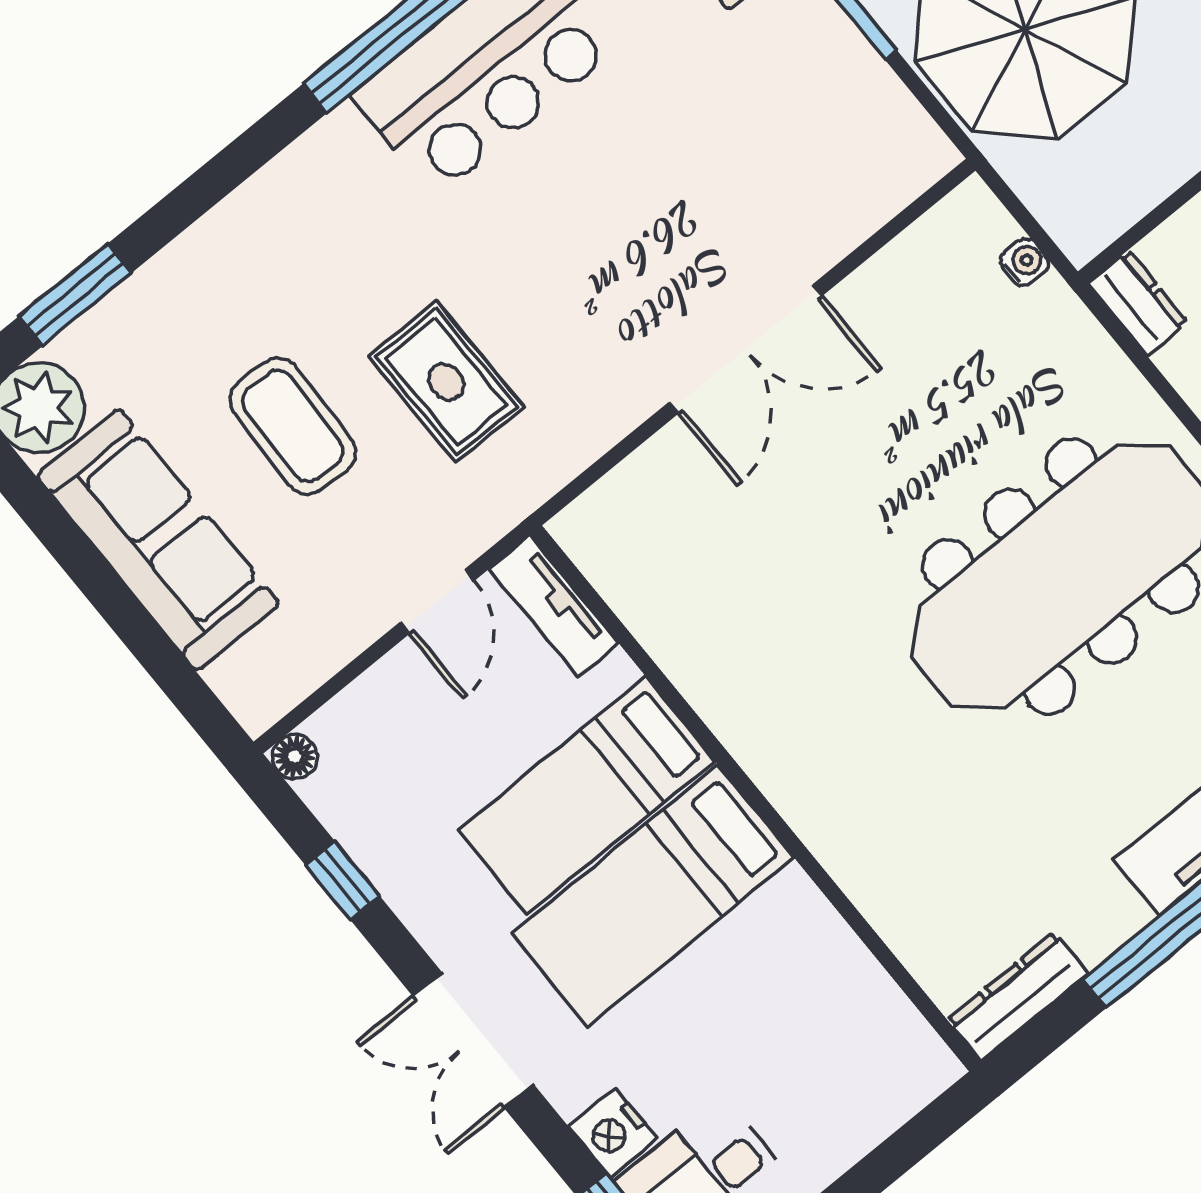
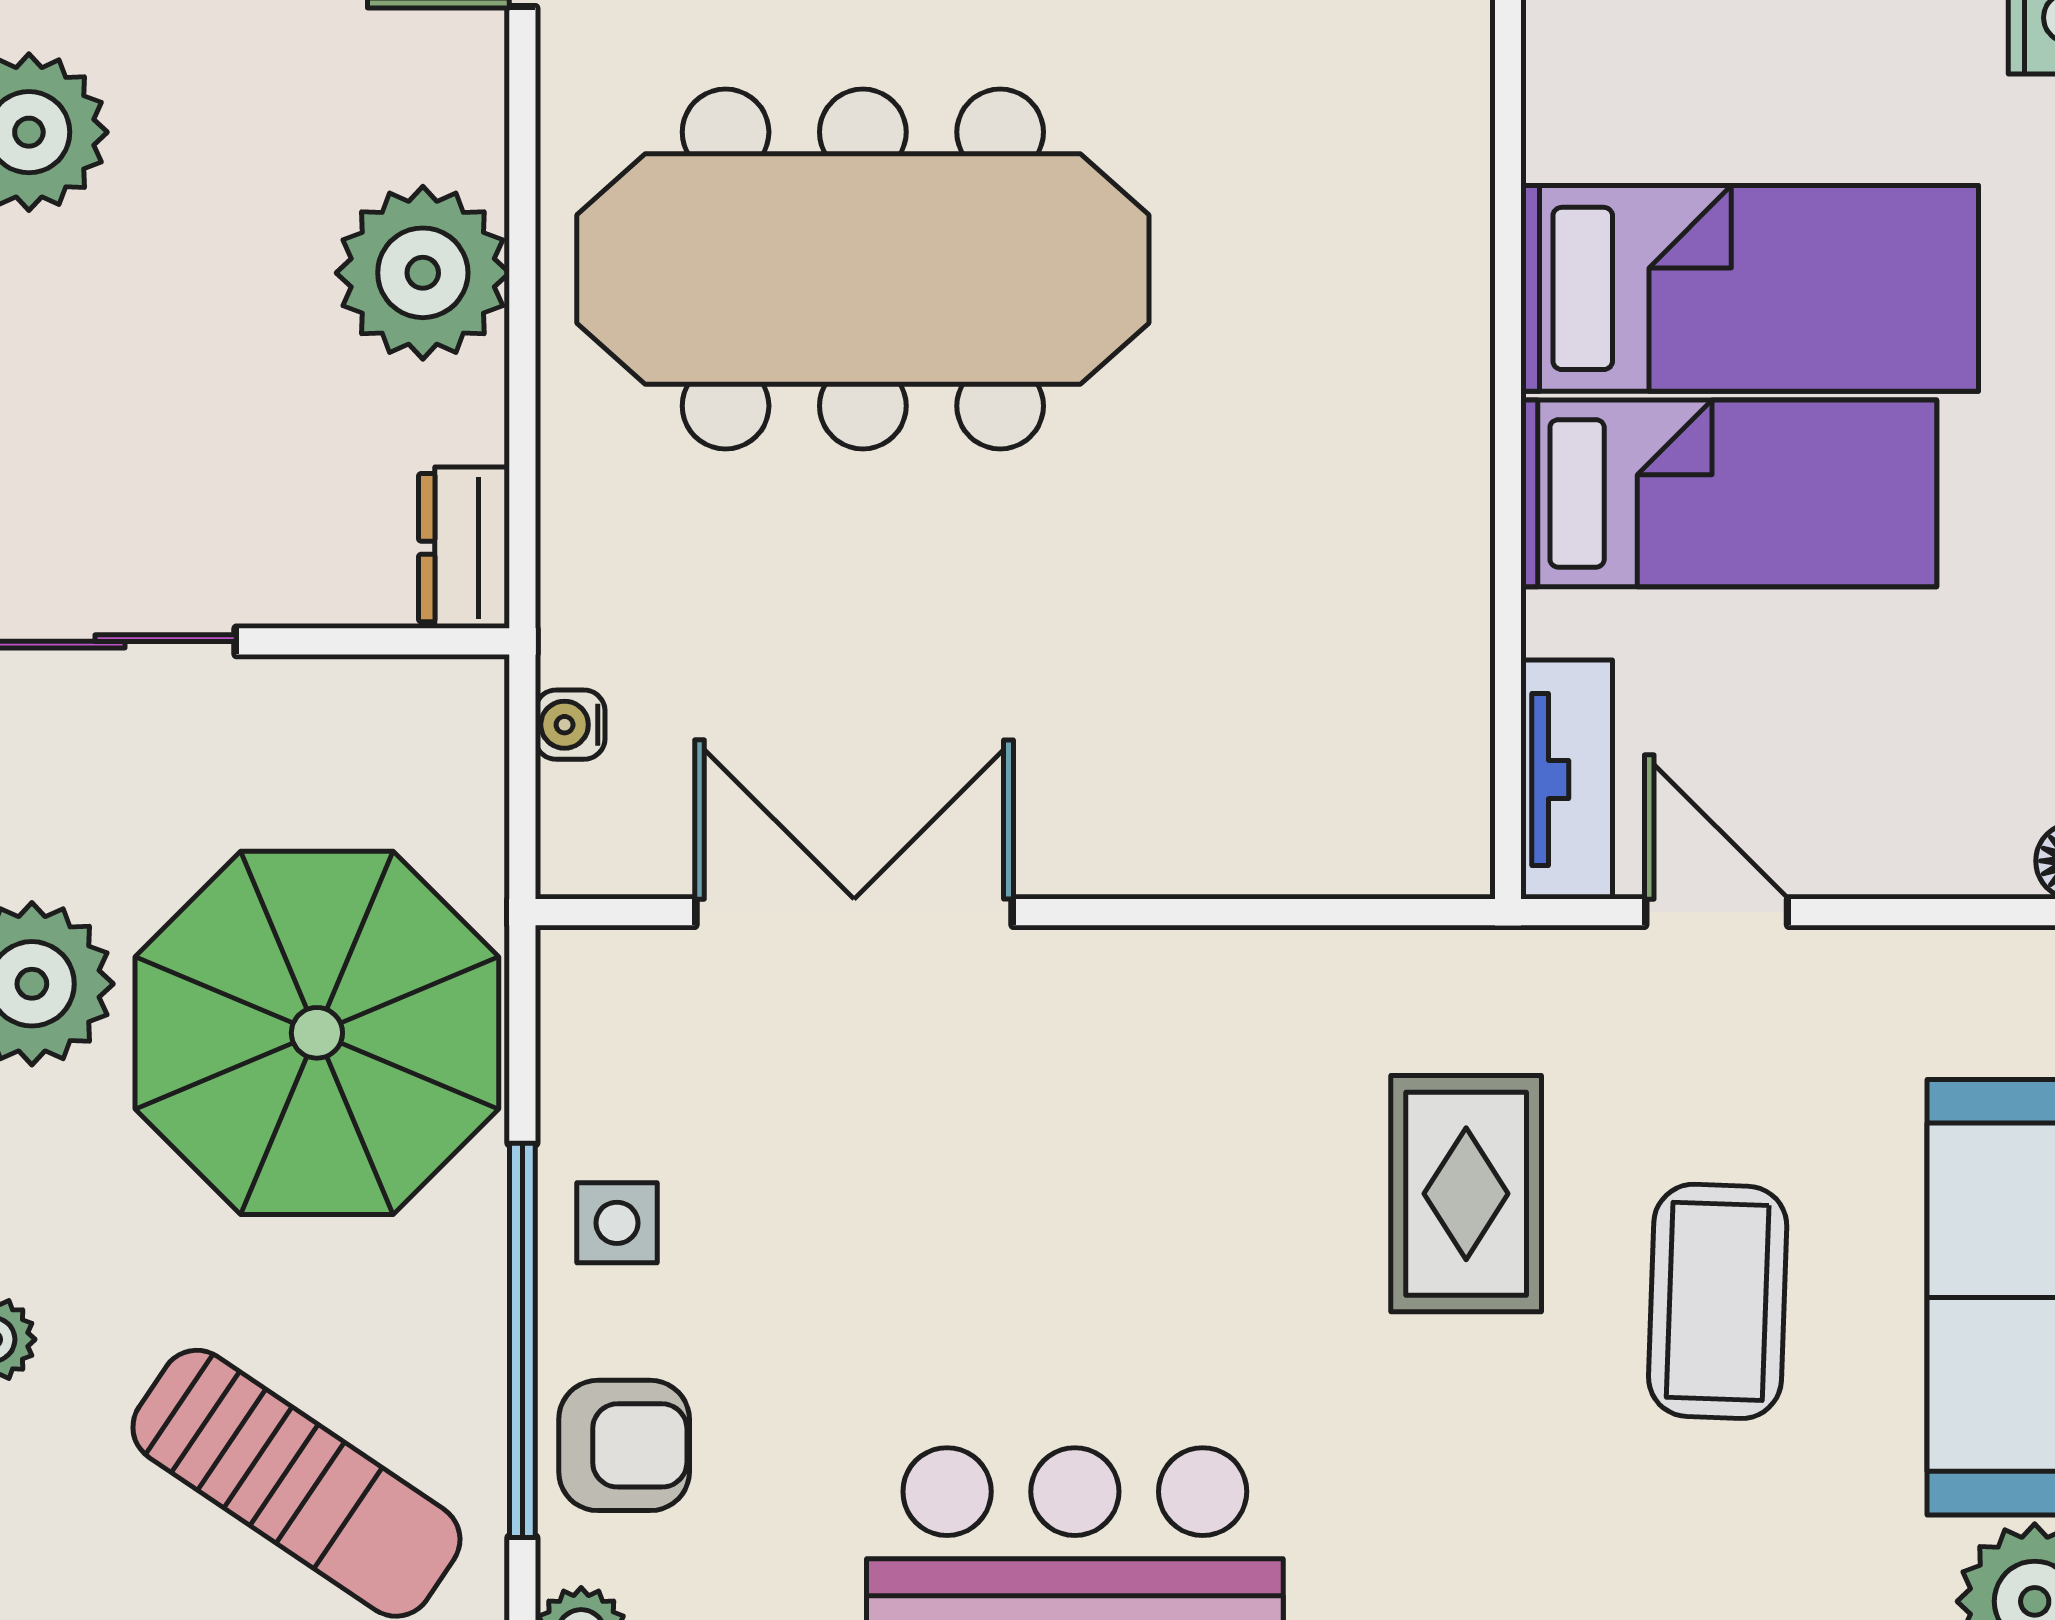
side table: (819, 54) -> (617, 1223), added
double door: (746, 349) -> (854, 912), moved
door: (437, 601) -> (1717, 912), hinge flipped

